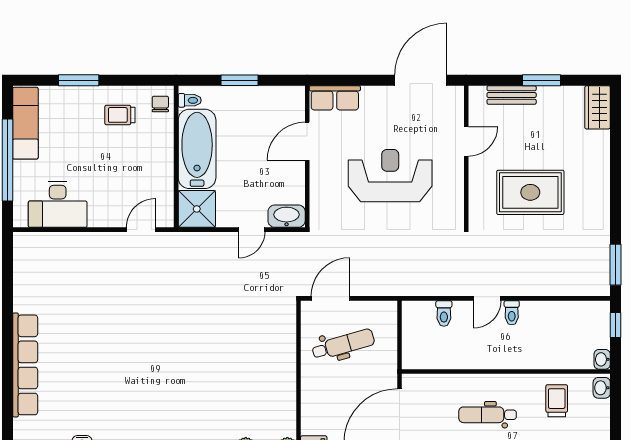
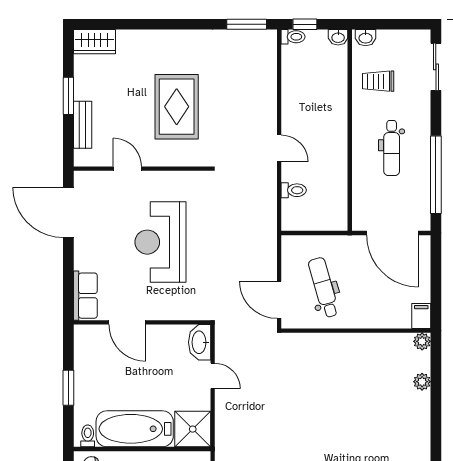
toilet: (512, 313) -> (293, 37), moved

